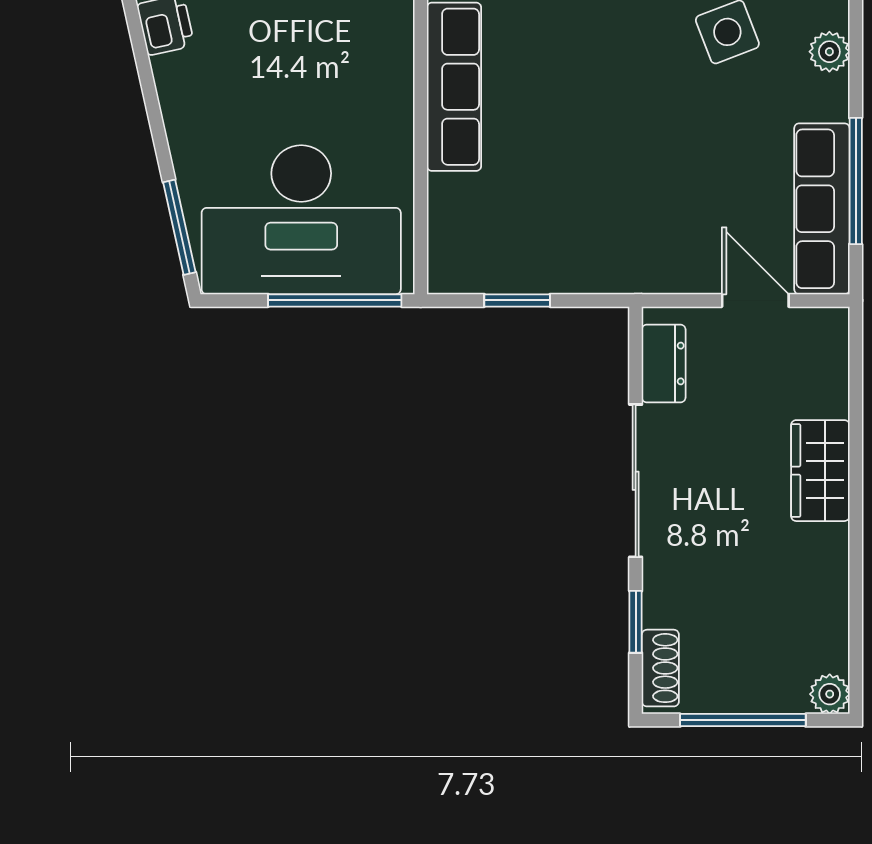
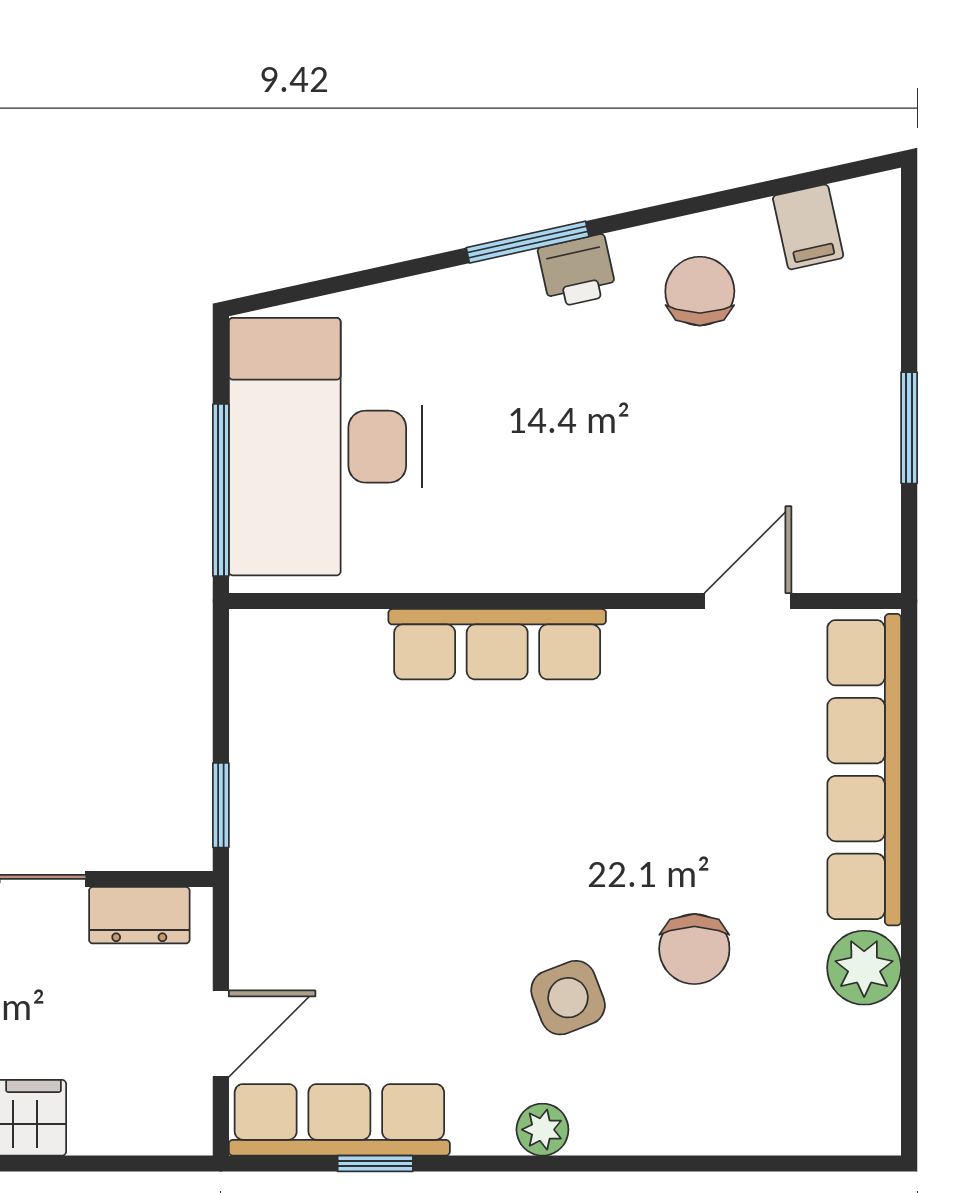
window: (856, 181) -> (375, 1164), width x0.46
window: (179, 227) -> (528, 242), moved
window: (517, 300) -> (221, 805), moved

